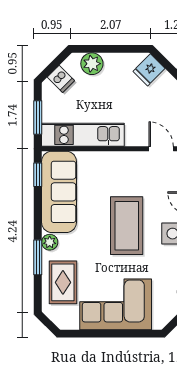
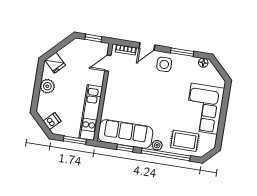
plant: (92, 64) -> (47, 86), moved
window: (38, 175) -> (125, 148), moved
coffee table: (127, 226) -> (154, 93), removed
window: (38, 257) -> (166, 155), width x2.11

